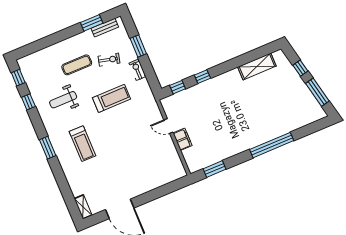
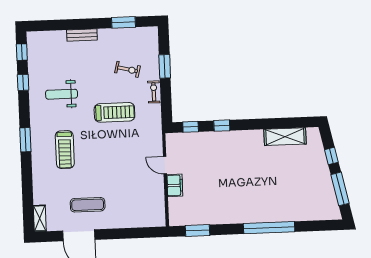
bench: (105, 28) -> (82, 35), moved
exercise mat: (77, 65) -> (88, 205), moved

